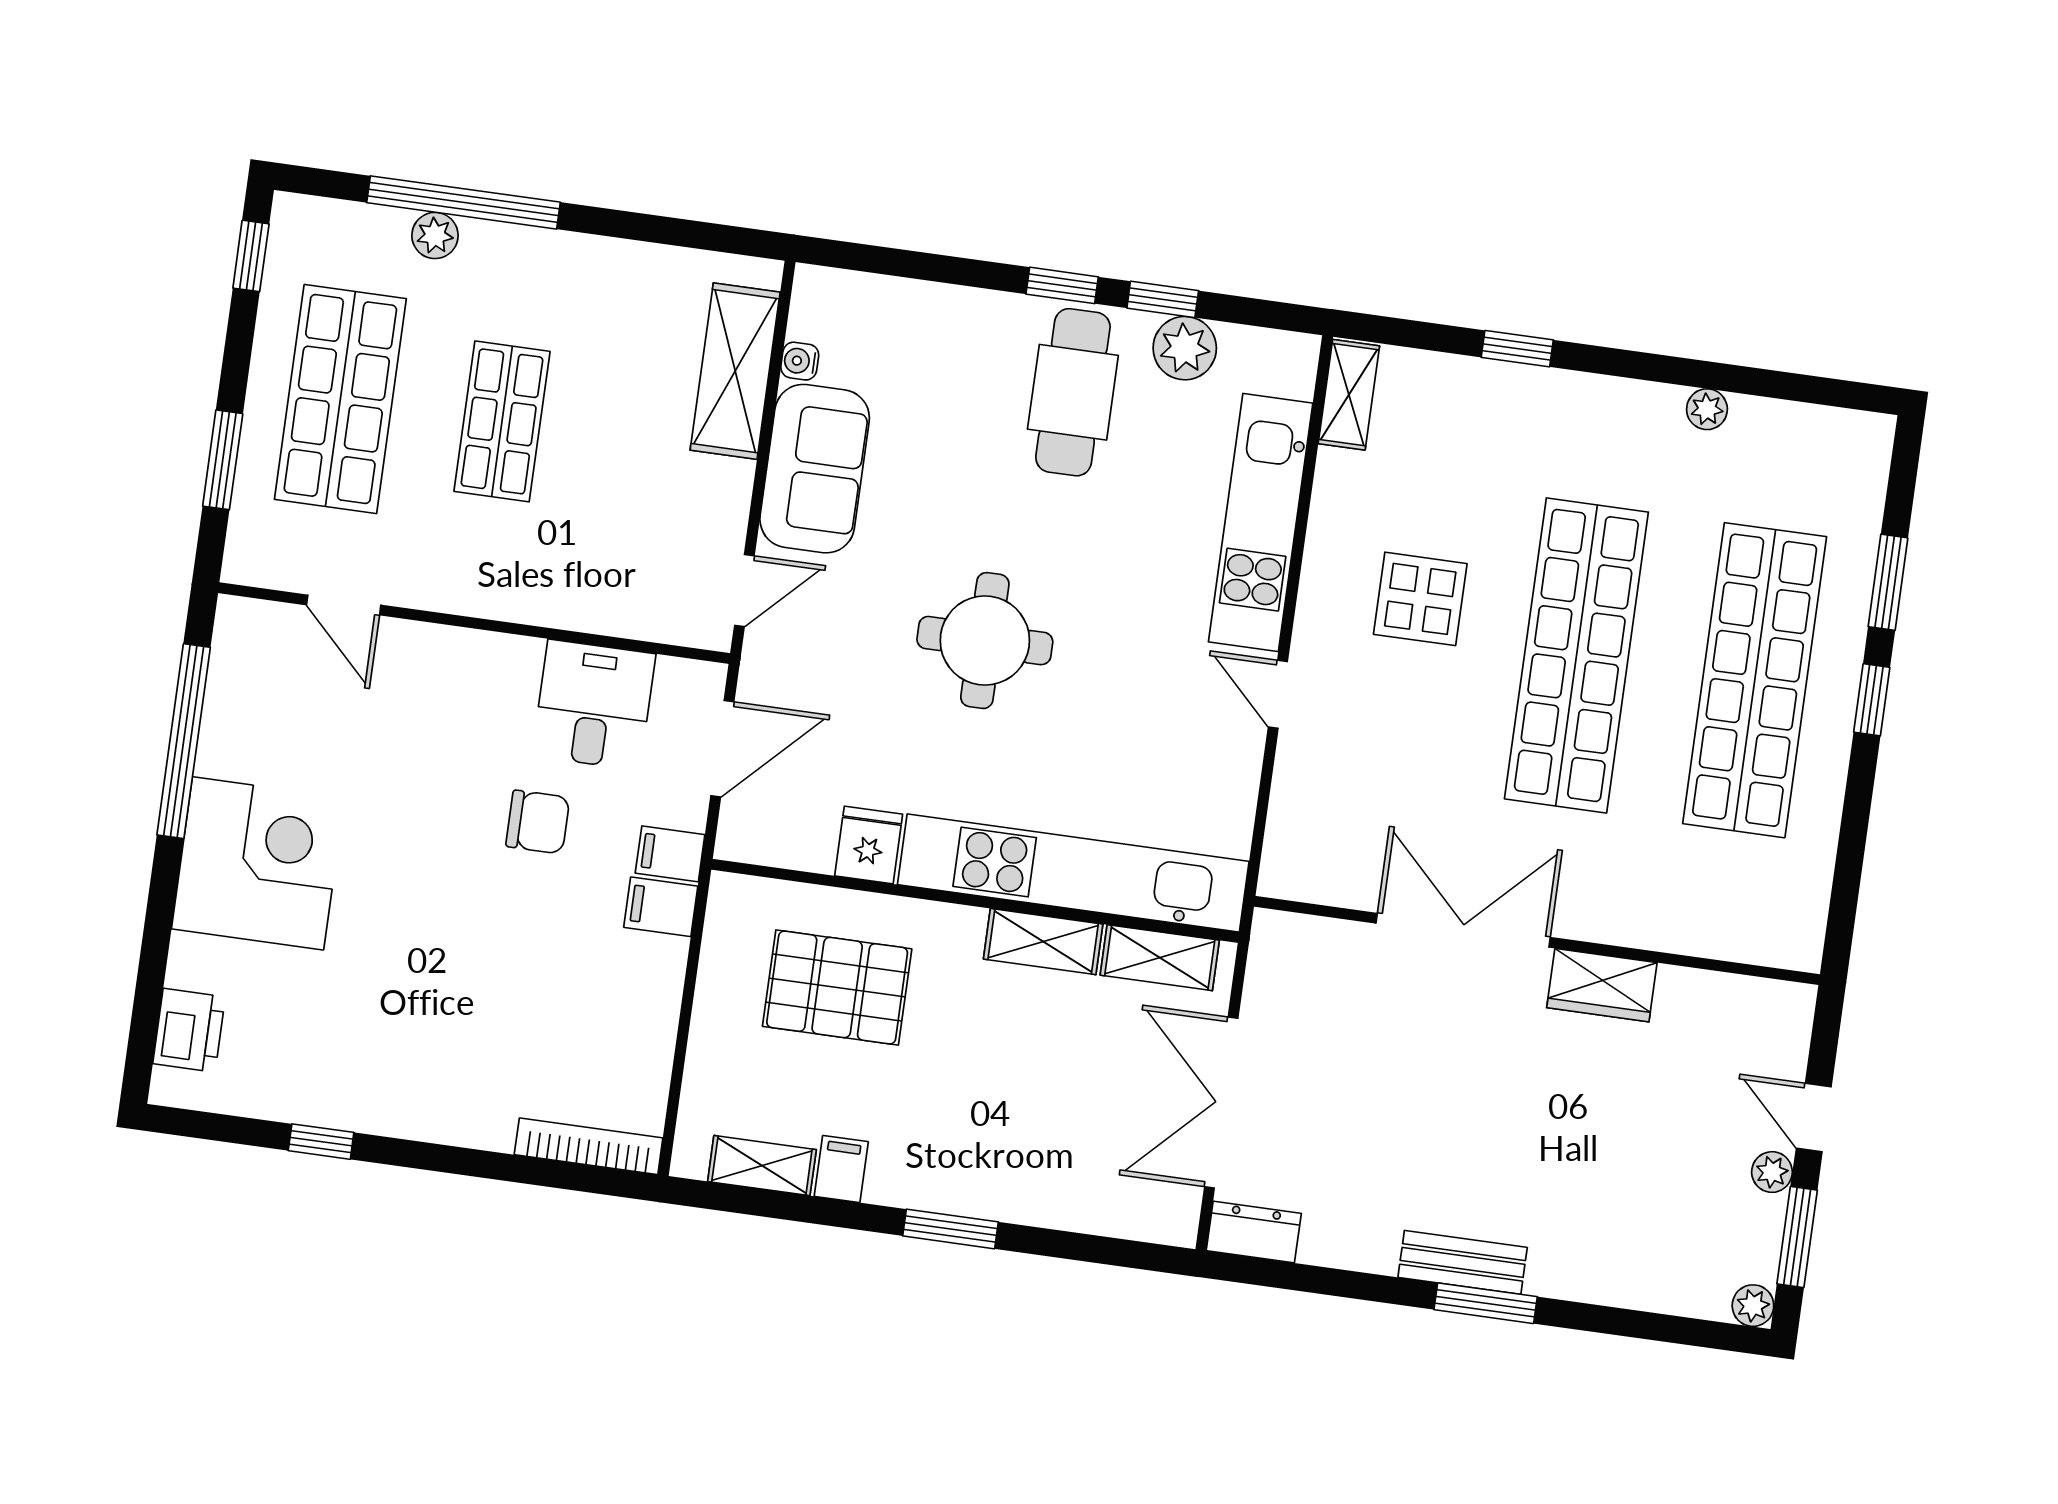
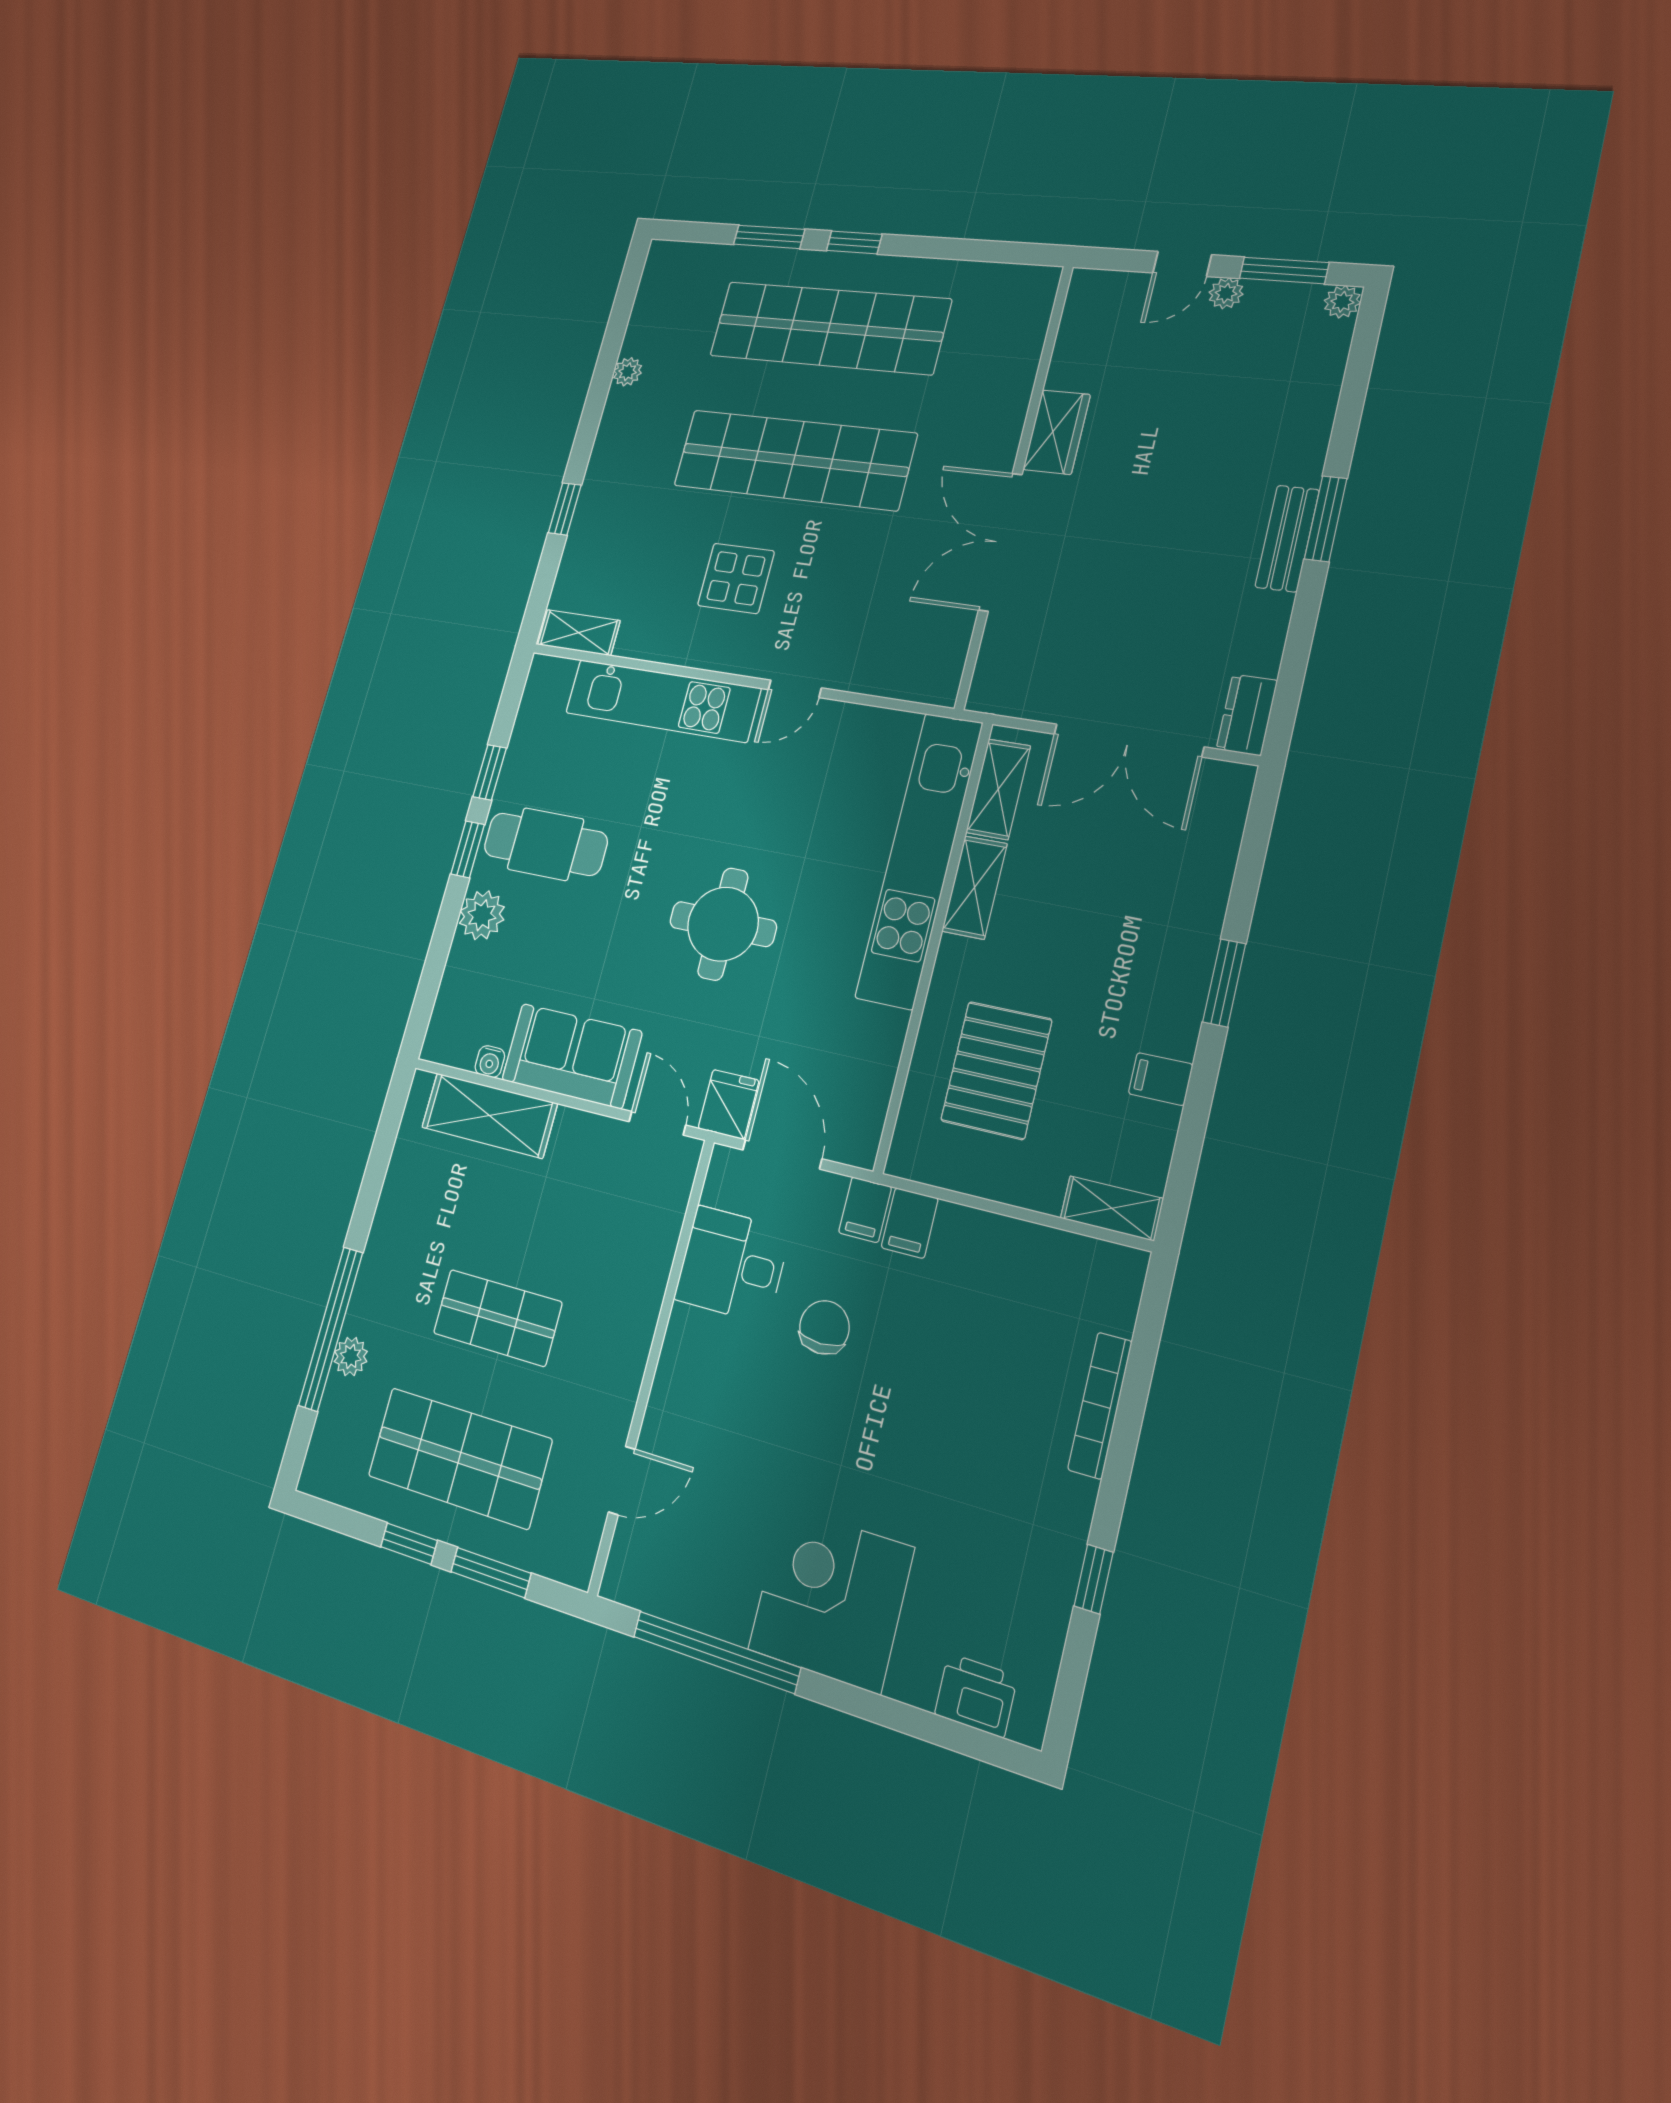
window: (251, 256) -> (409, 1544), moved
plant: (1185, 348) -> (482, 915), moved
fridge: (869, 845) -> (729, 1104), moved, turned 90
bookcase: (589, 1146) -> (1100, 1405), moved
shelving: (762, 1166) -> (1112, 1208), moved, turned 90

